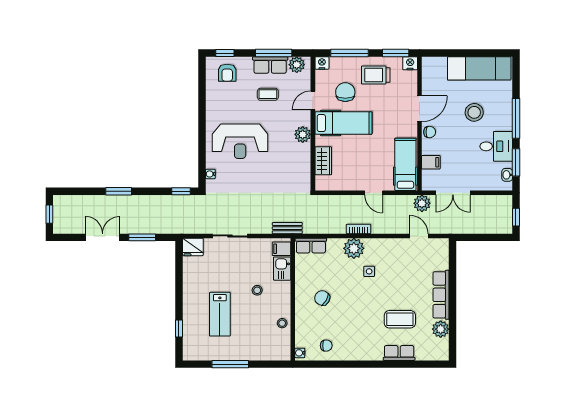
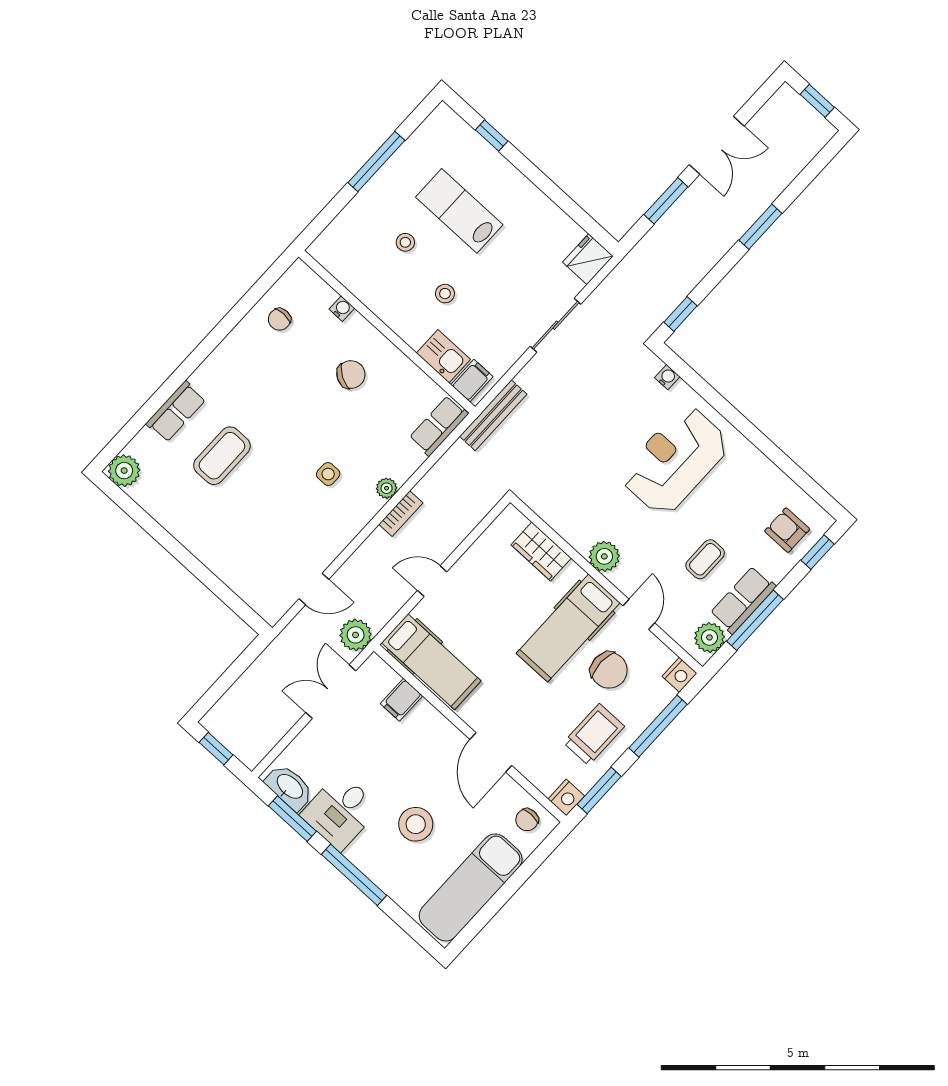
chair: (430, 132) -> (527, 820), moved
washbasin: (507, 175) -> (289, 787), width x1.91, depth x1.45
bench: (287, 228) -> (493, 415), width x1.36
plant: (354, 248) -> (387, 488), width x0.53, depth x0.53
row of seats: (441, 295) -> (203, 544), removed
stool: (282, 323) -> (405, 242), moved
plant: (441, 329) -> (124, 471), moved
water cooler: (300, 353) -> (342, 309), moved

